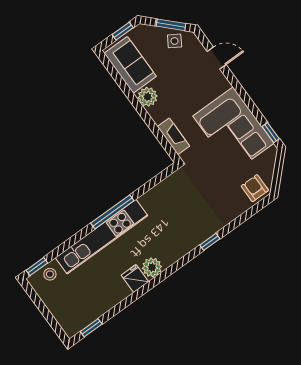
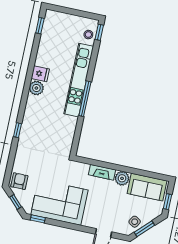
fireplace: (173, 136) -> (102, 172), moved
window: (278, 170) -> (16, 202), added
armchair: (255, 188) -> (19, 181), turned -90

